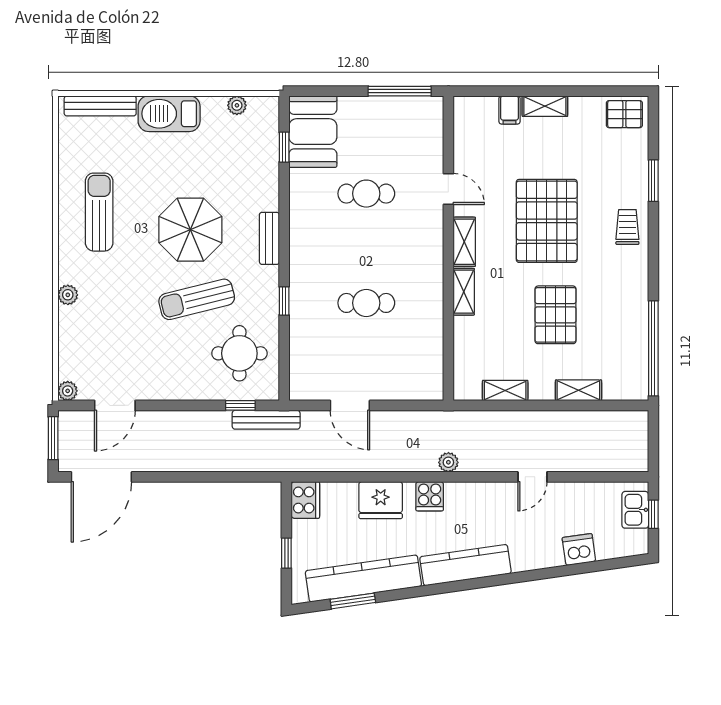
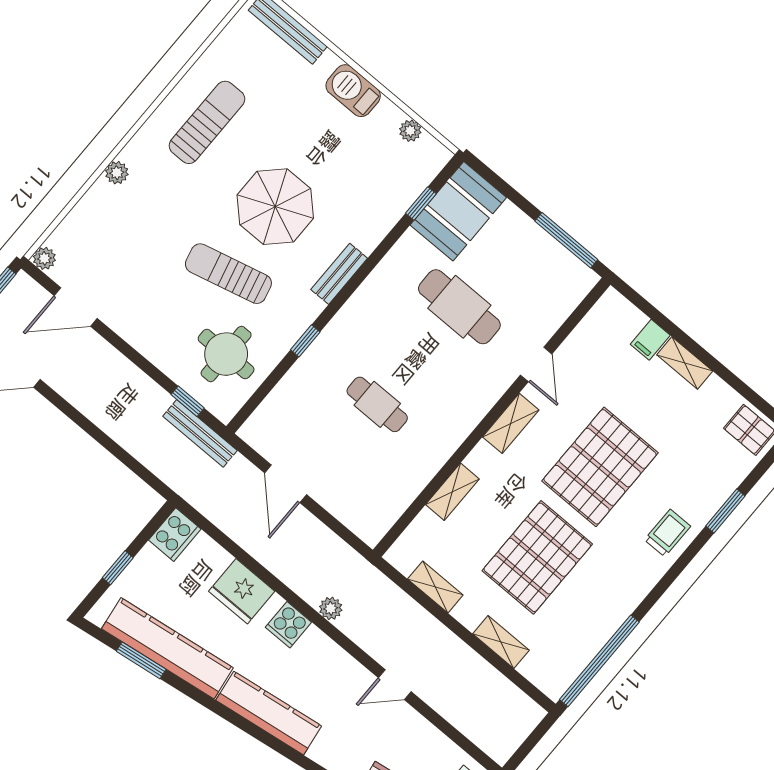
barbecue: (169, 114) -> (353, 91), width x0.73, depth x0.83
cafe table: (366, 194) -> (459, 307), width x1.37, depth x1.35
shelving: (464, 292) -> (452, 492), moved
pallet: (556, 315) -> (537, 557), width x1.37, depth x1.41

